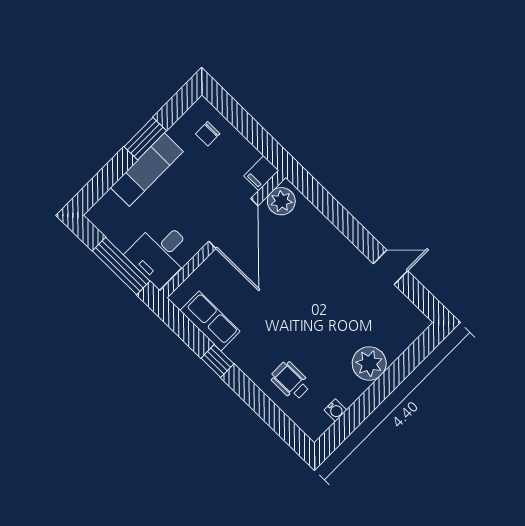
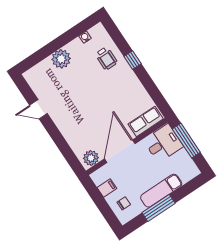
window: (145, 139) -> (159, 208), width x1.44
filing cabinet: (261, 173) -> (107, 188), moved
row of seats: (210, 321) -> (146, 121), moved, turned 90
window: (217, 361) -> (133, 60), moved

